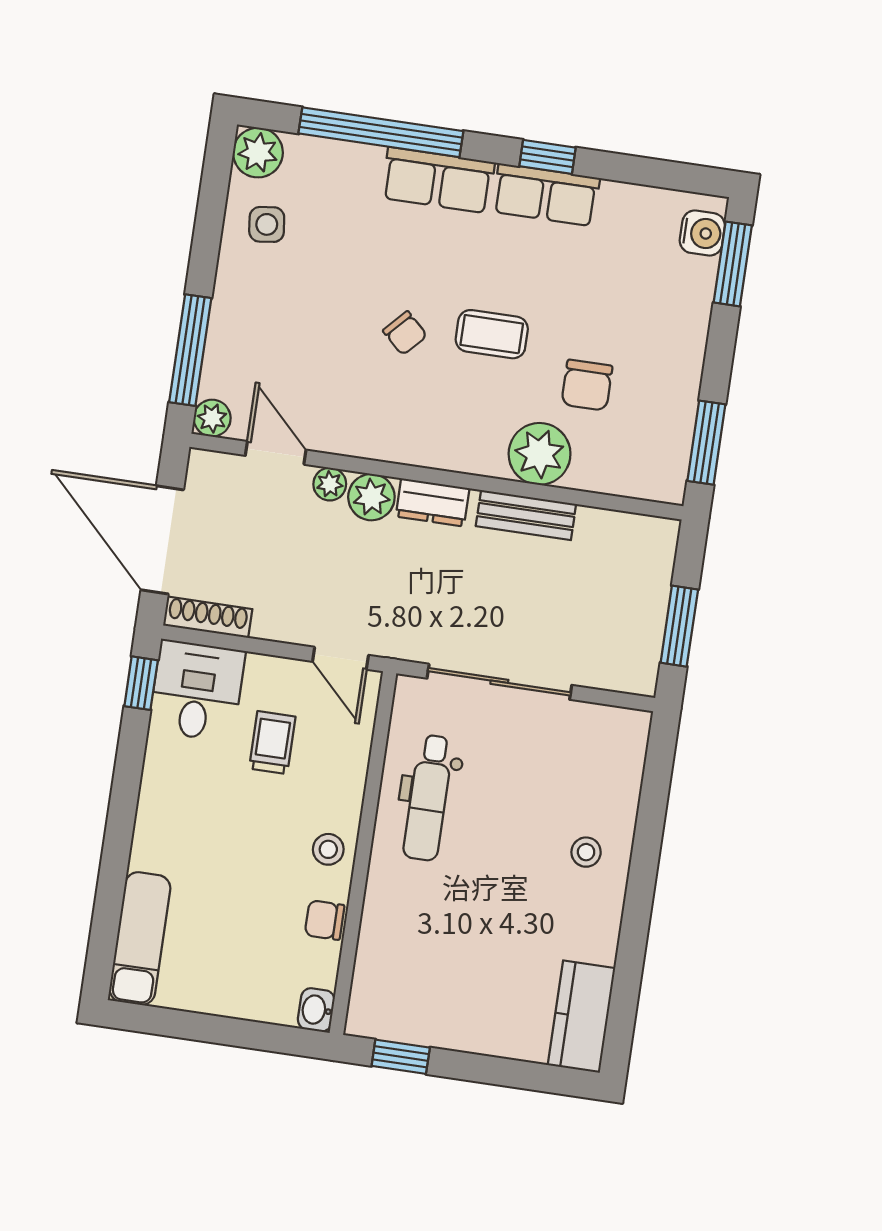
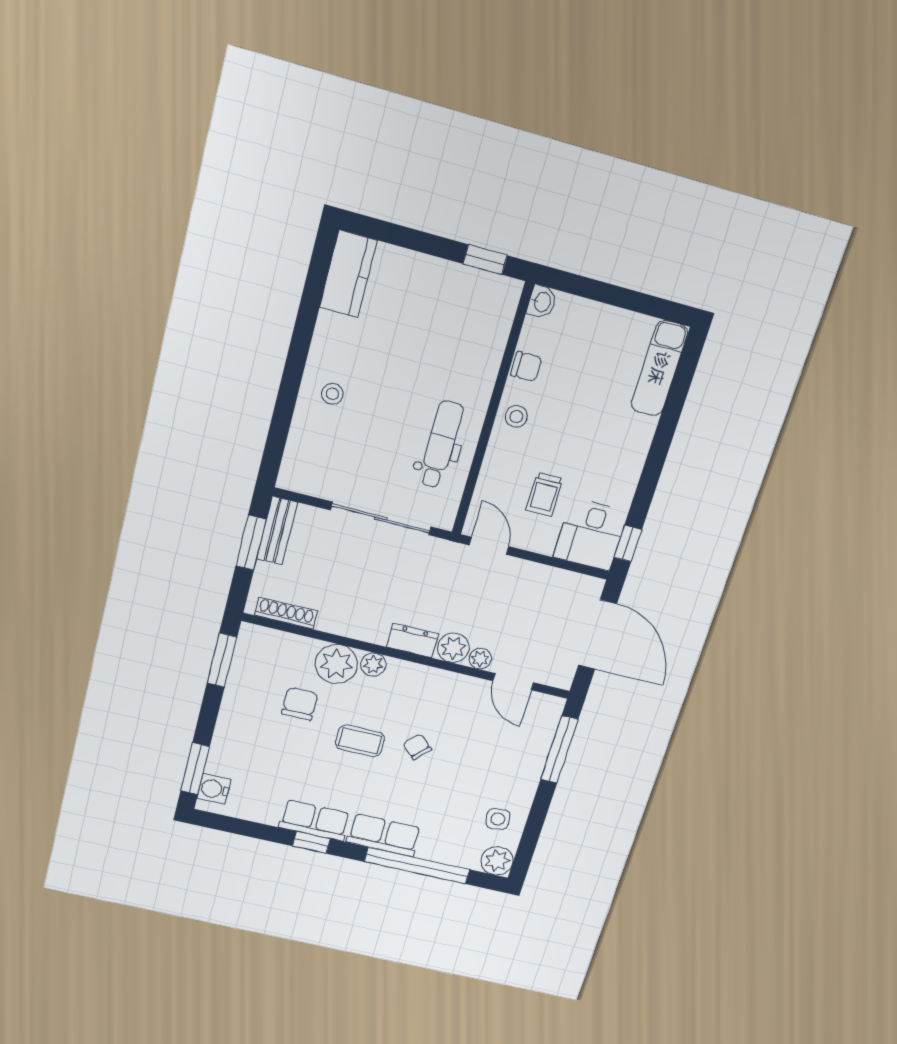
plant: (212, 418) -> (373, 665), moved
bench: (526, 515) -> (277, 531), moved, turned 90
shoe rack: (208, 617) -> (286, 613), moved, turned 180

